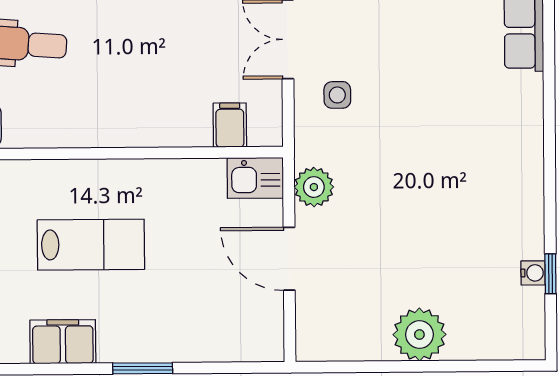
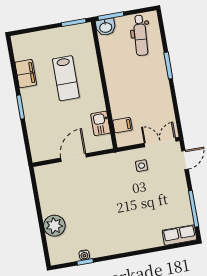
kitchen sink: (255, 178) -> (101, 123), moved
plant: (314, 187) -> (104, 163), removed
plant: (419, 335) -> (54, 226), moved

